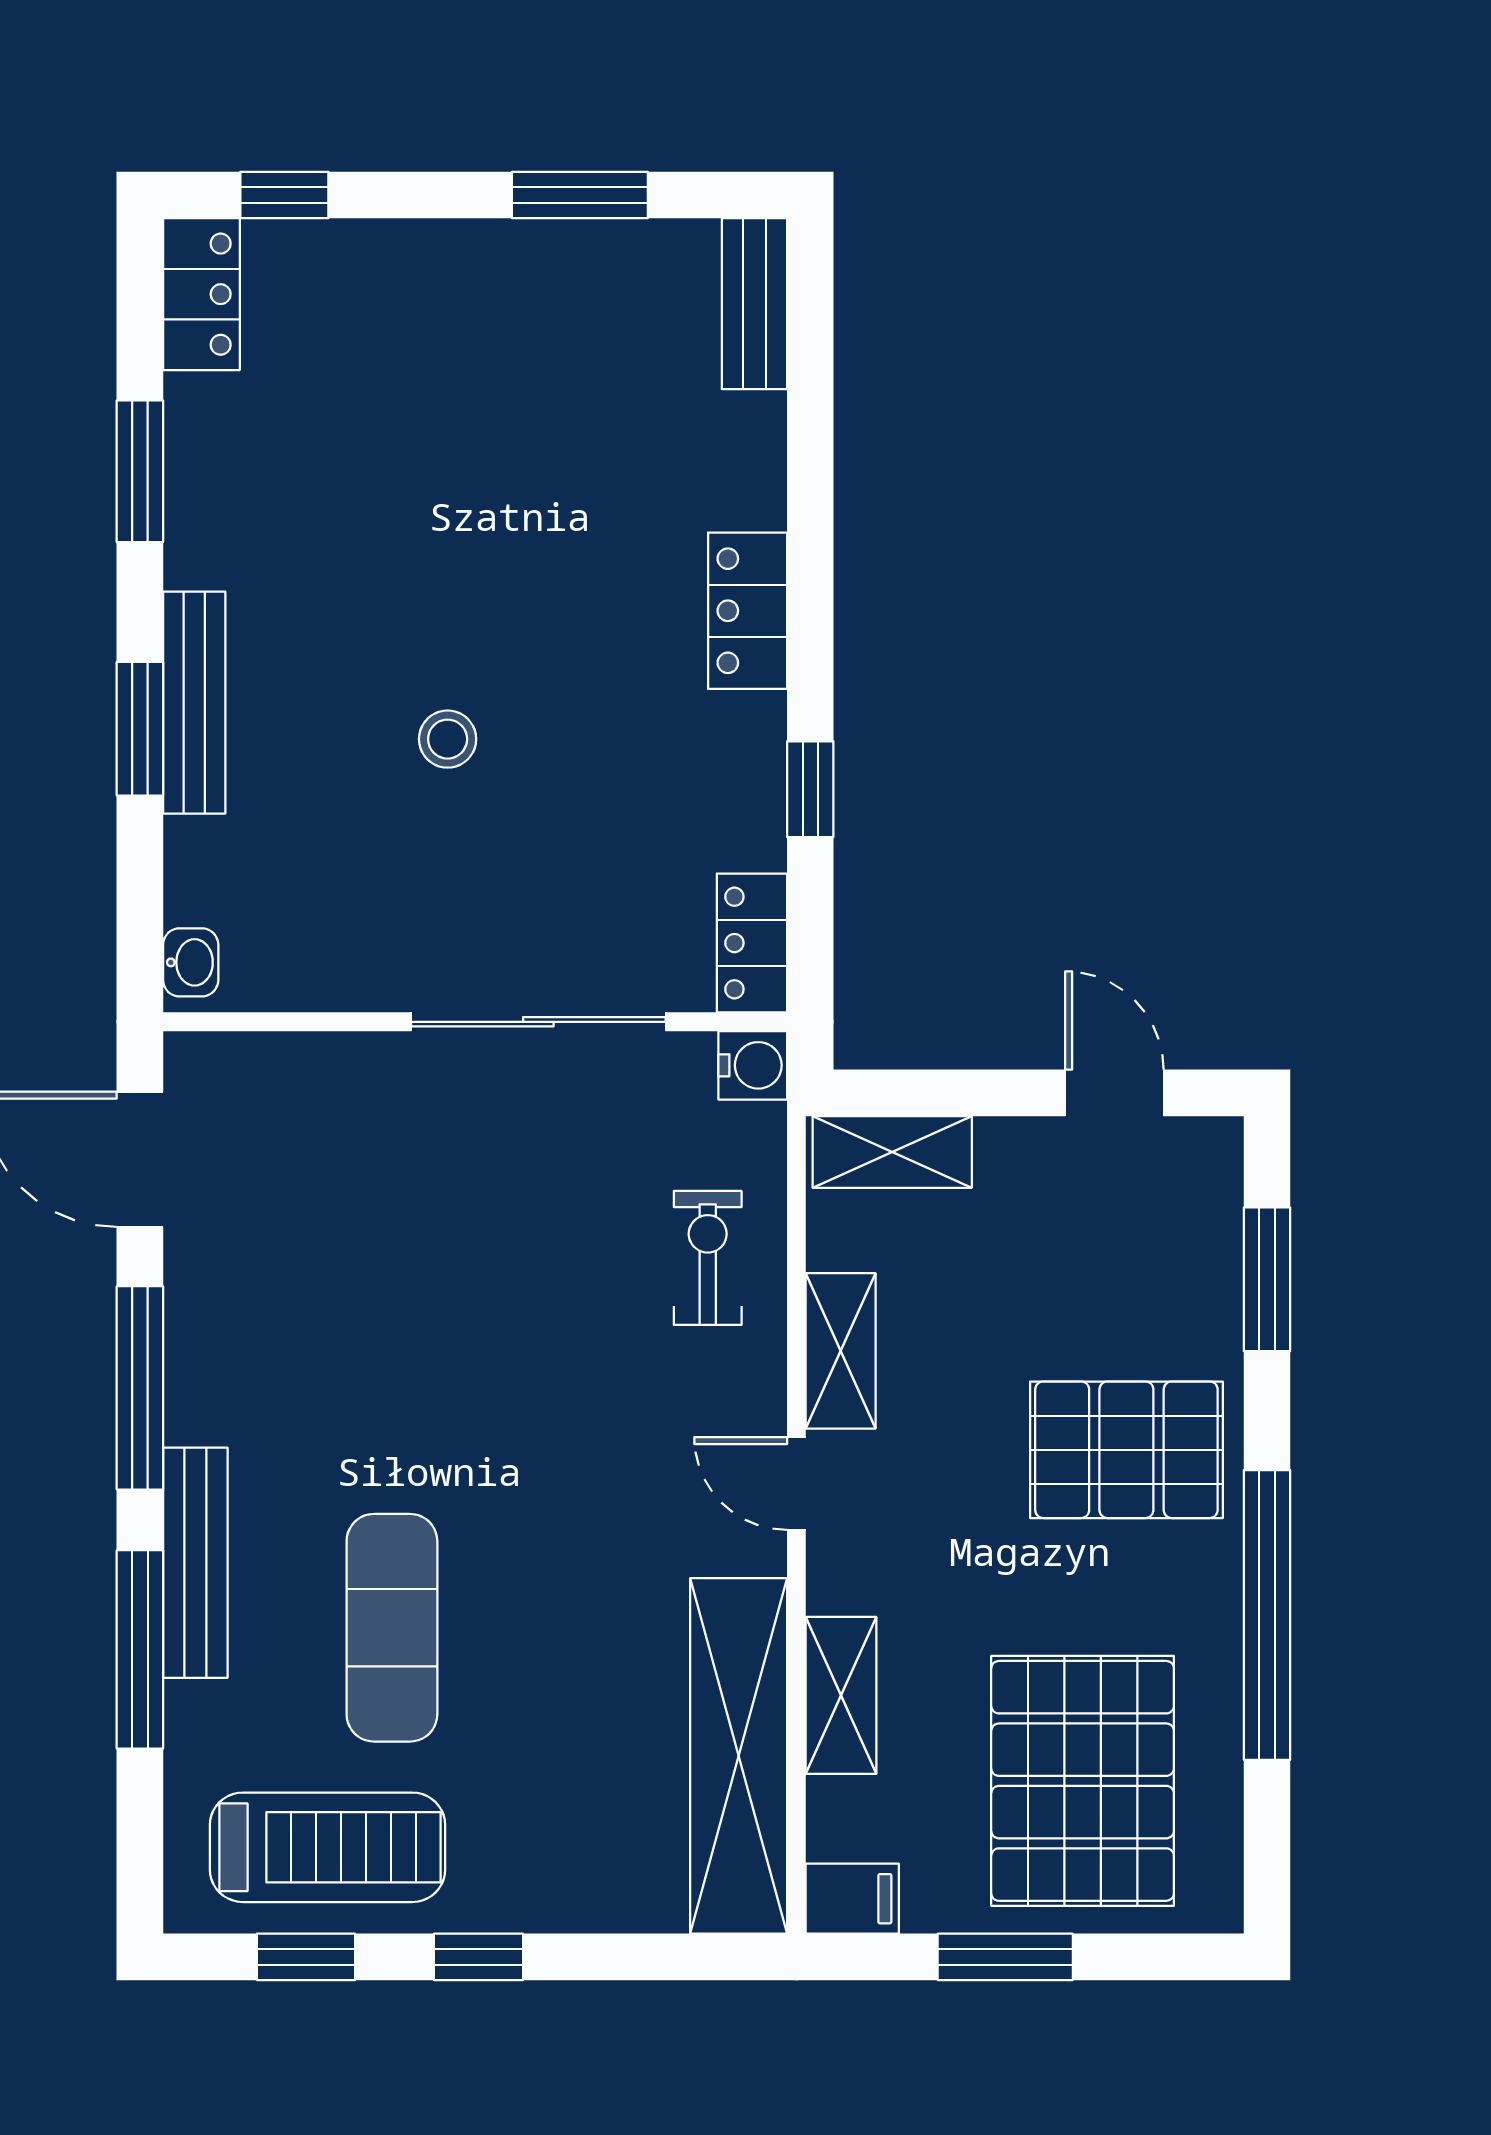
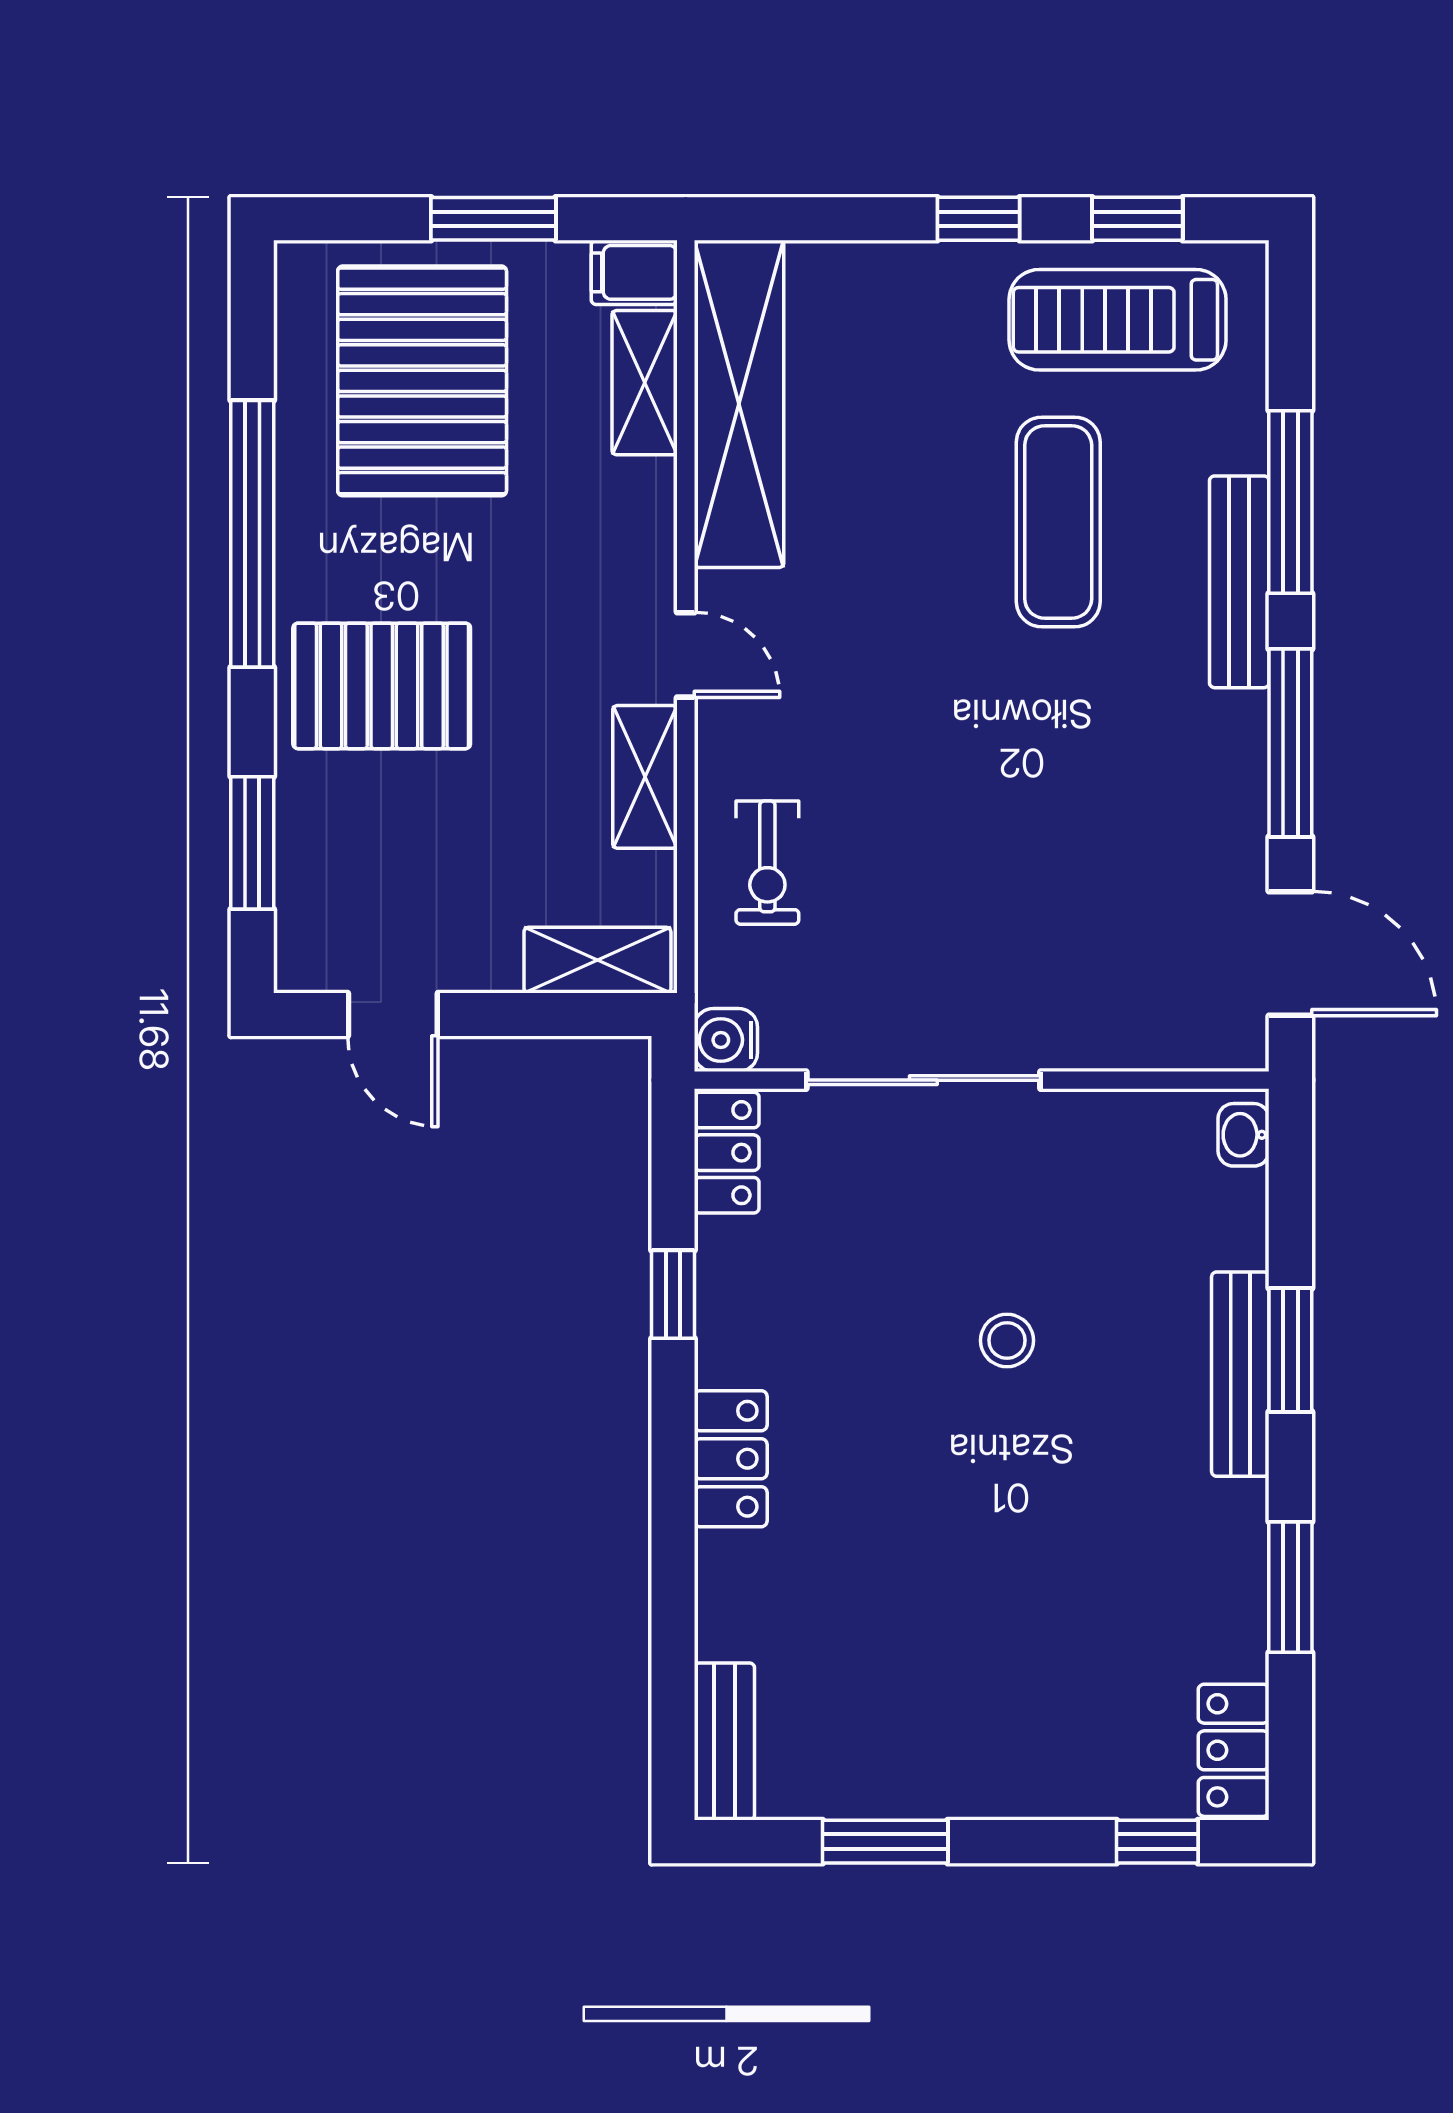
shelving: (841, 1695) -> (645, 383), moved

